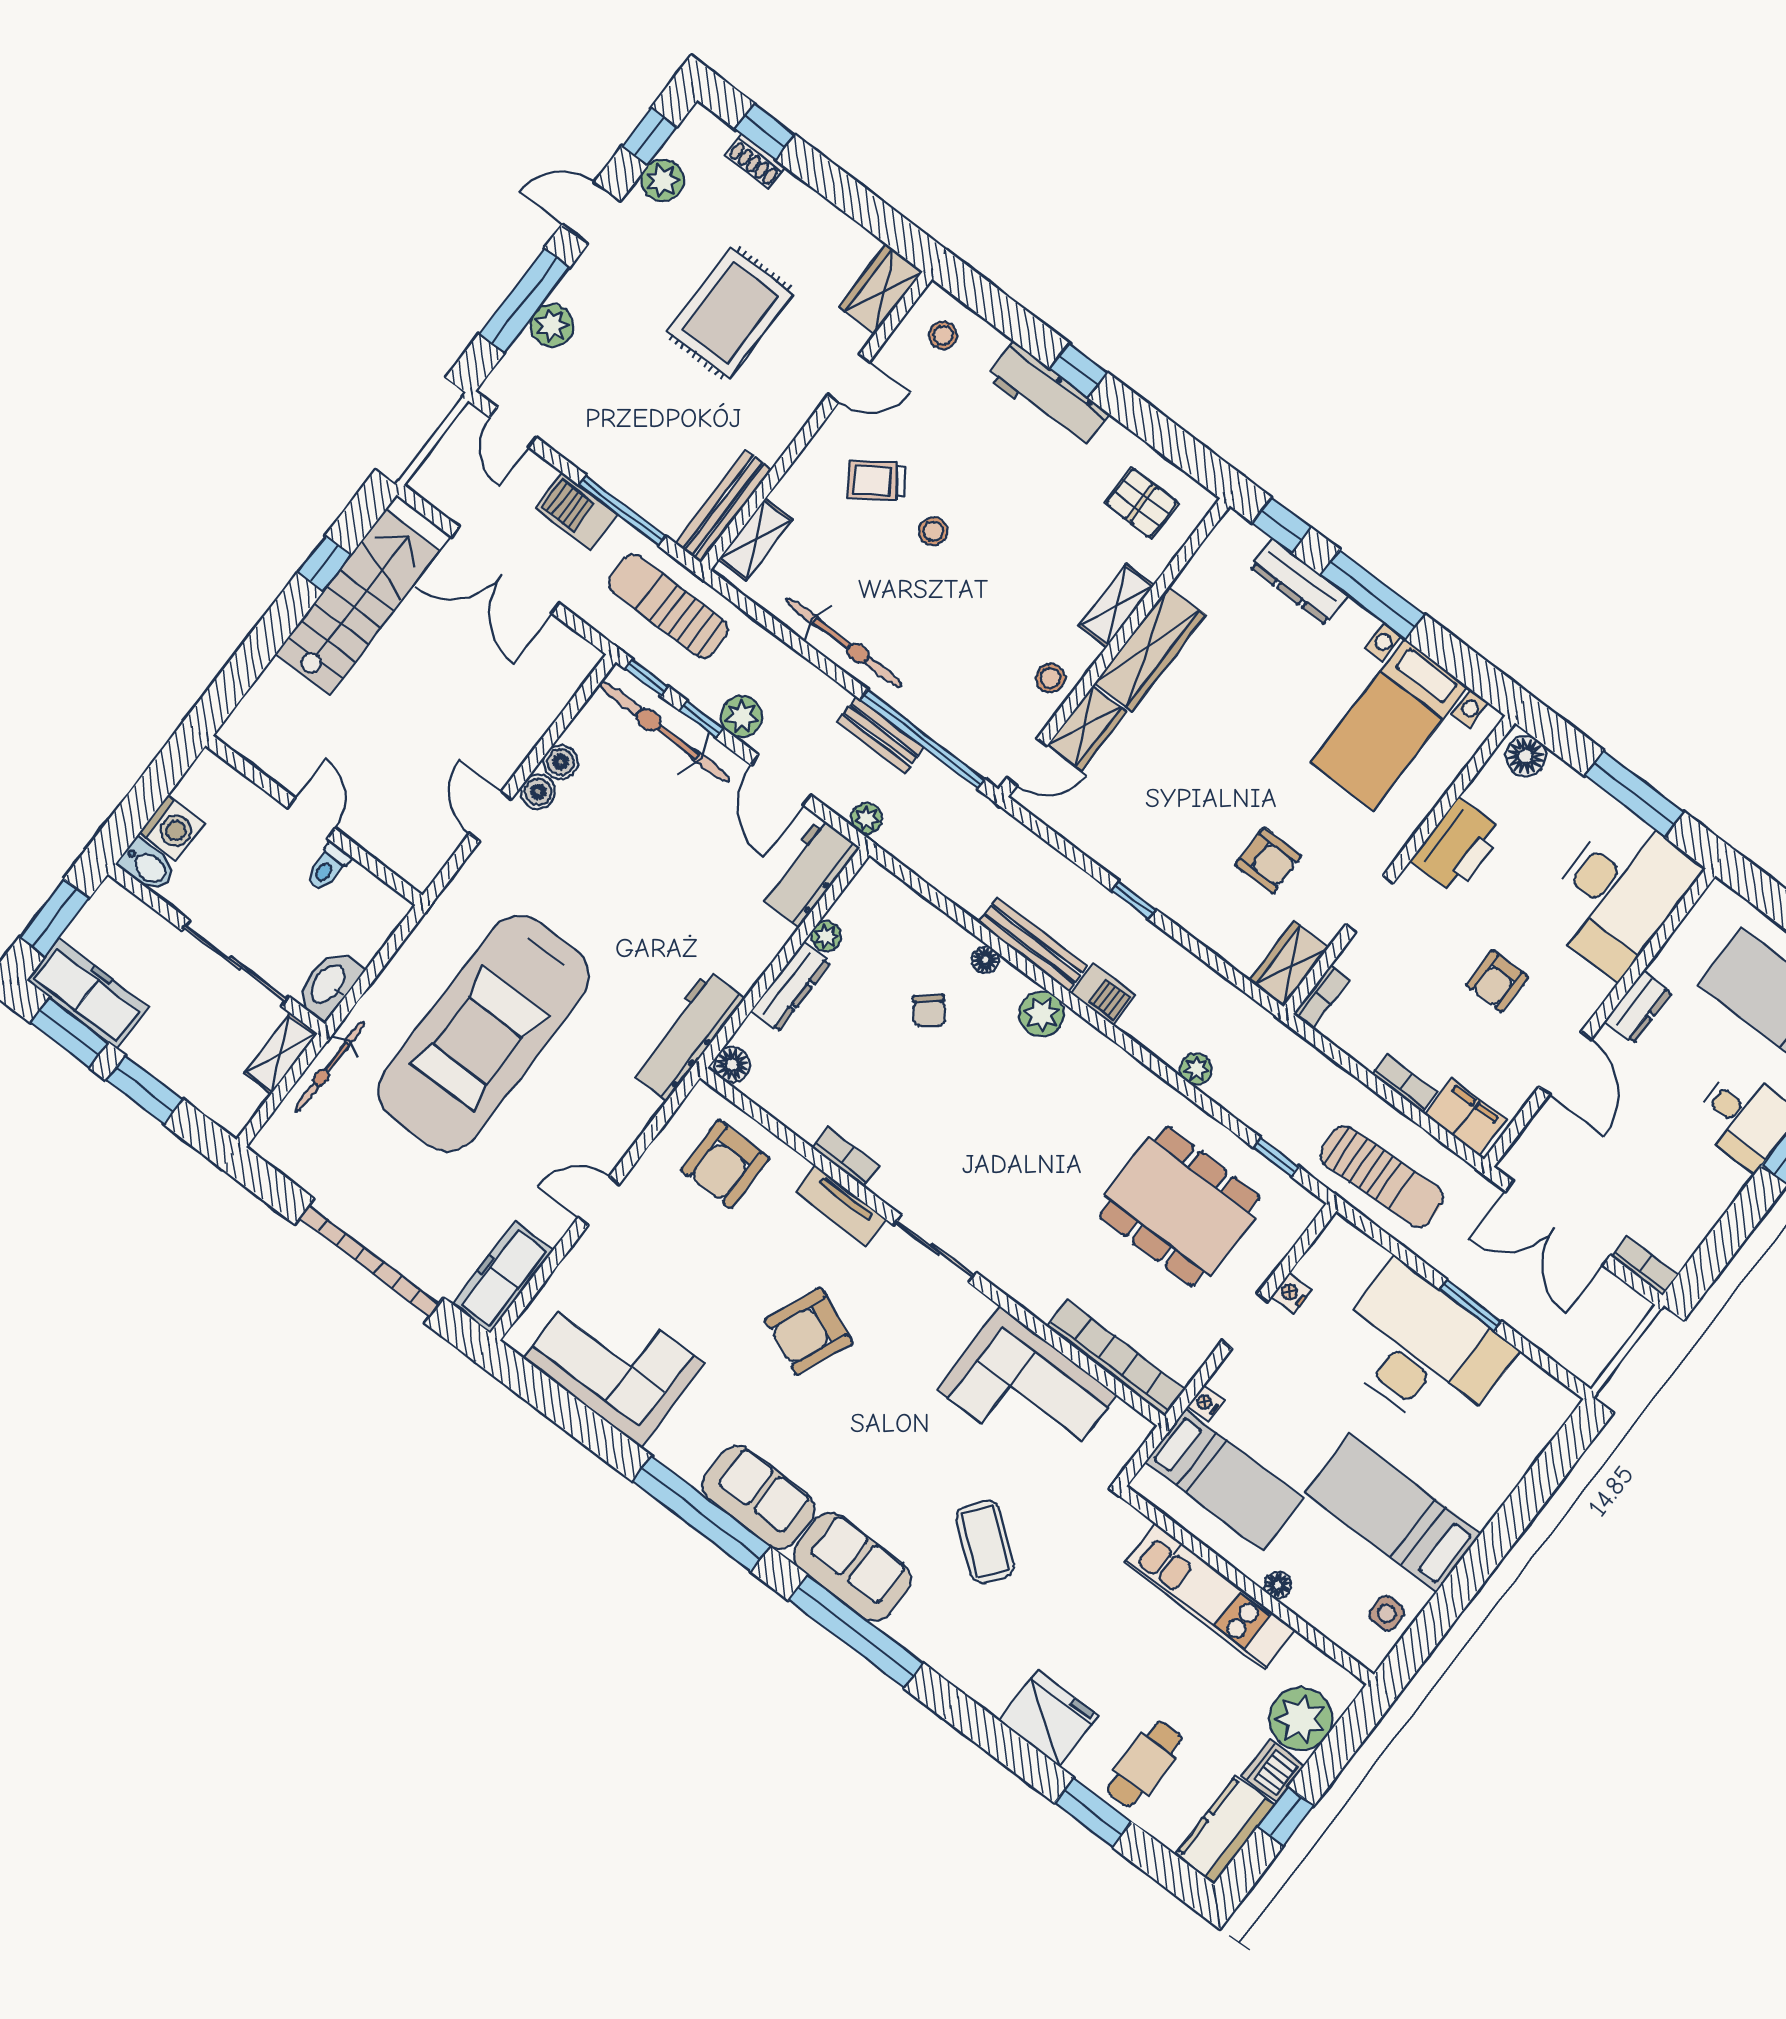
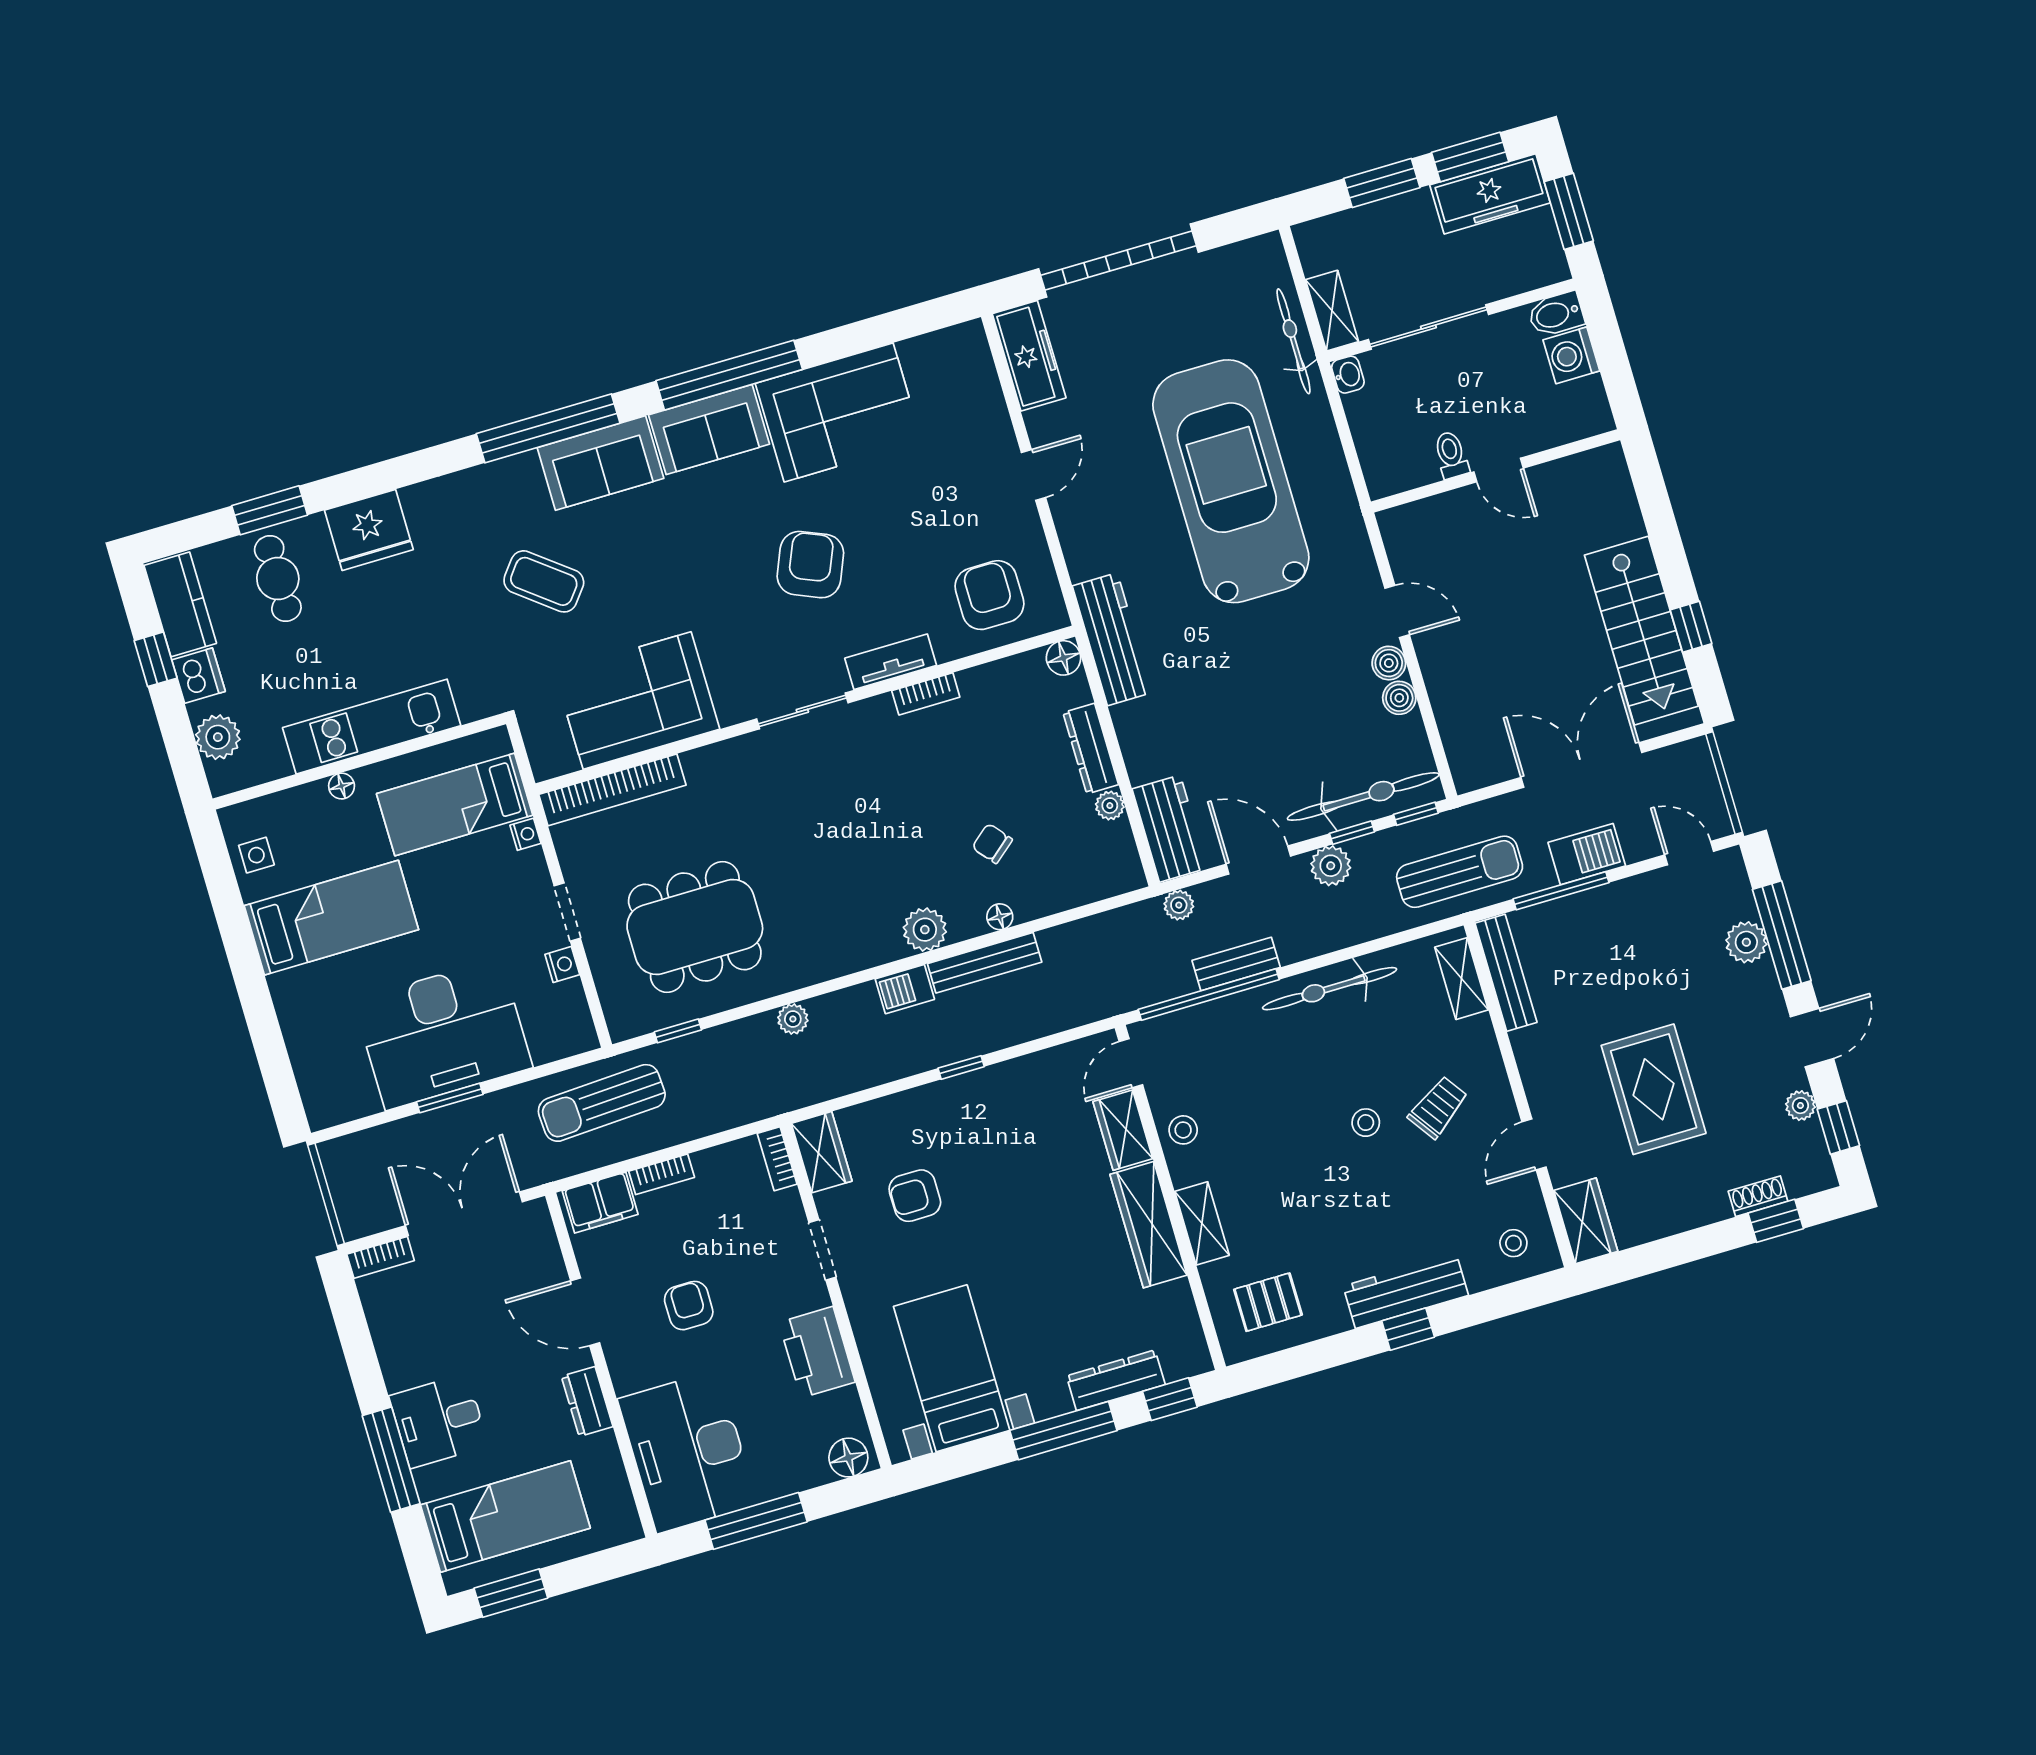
plant: (662, 180) -> (1800, 1106), width x0.73, depth x0.73
washbasin: (329, 985) -> (1348, 375), width x0.52, depth x0.69
corner sofa: (614, 1361) -> (839, 412), moved
plant: (1301, 1719) -> (218, 737), width x0.73, depth x0.73

